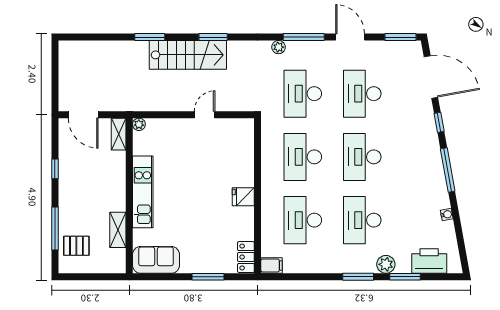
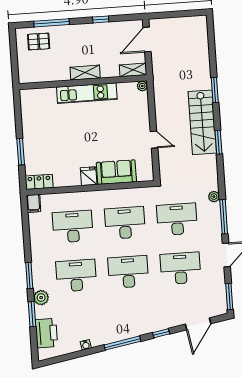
door: (431, 77) -> (198, 324), width x0.73
shelving: (118, 230) -> (85, 73), moved
pallet: (76, 246) -> (39, 41), turned 90
sofa: (156, 260) -> (116, 172), moved, turned -90

